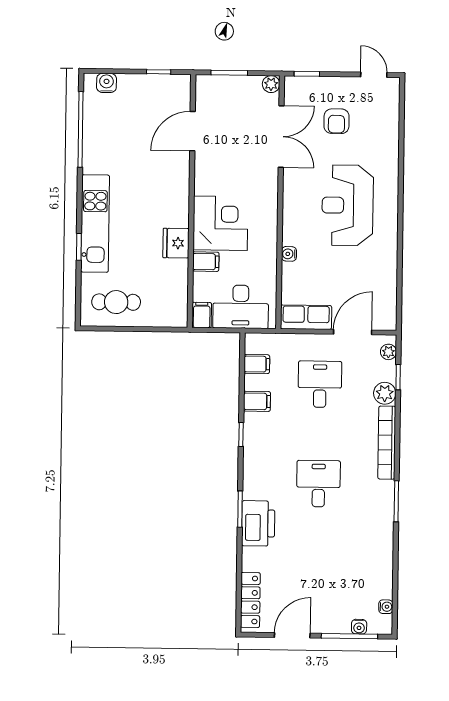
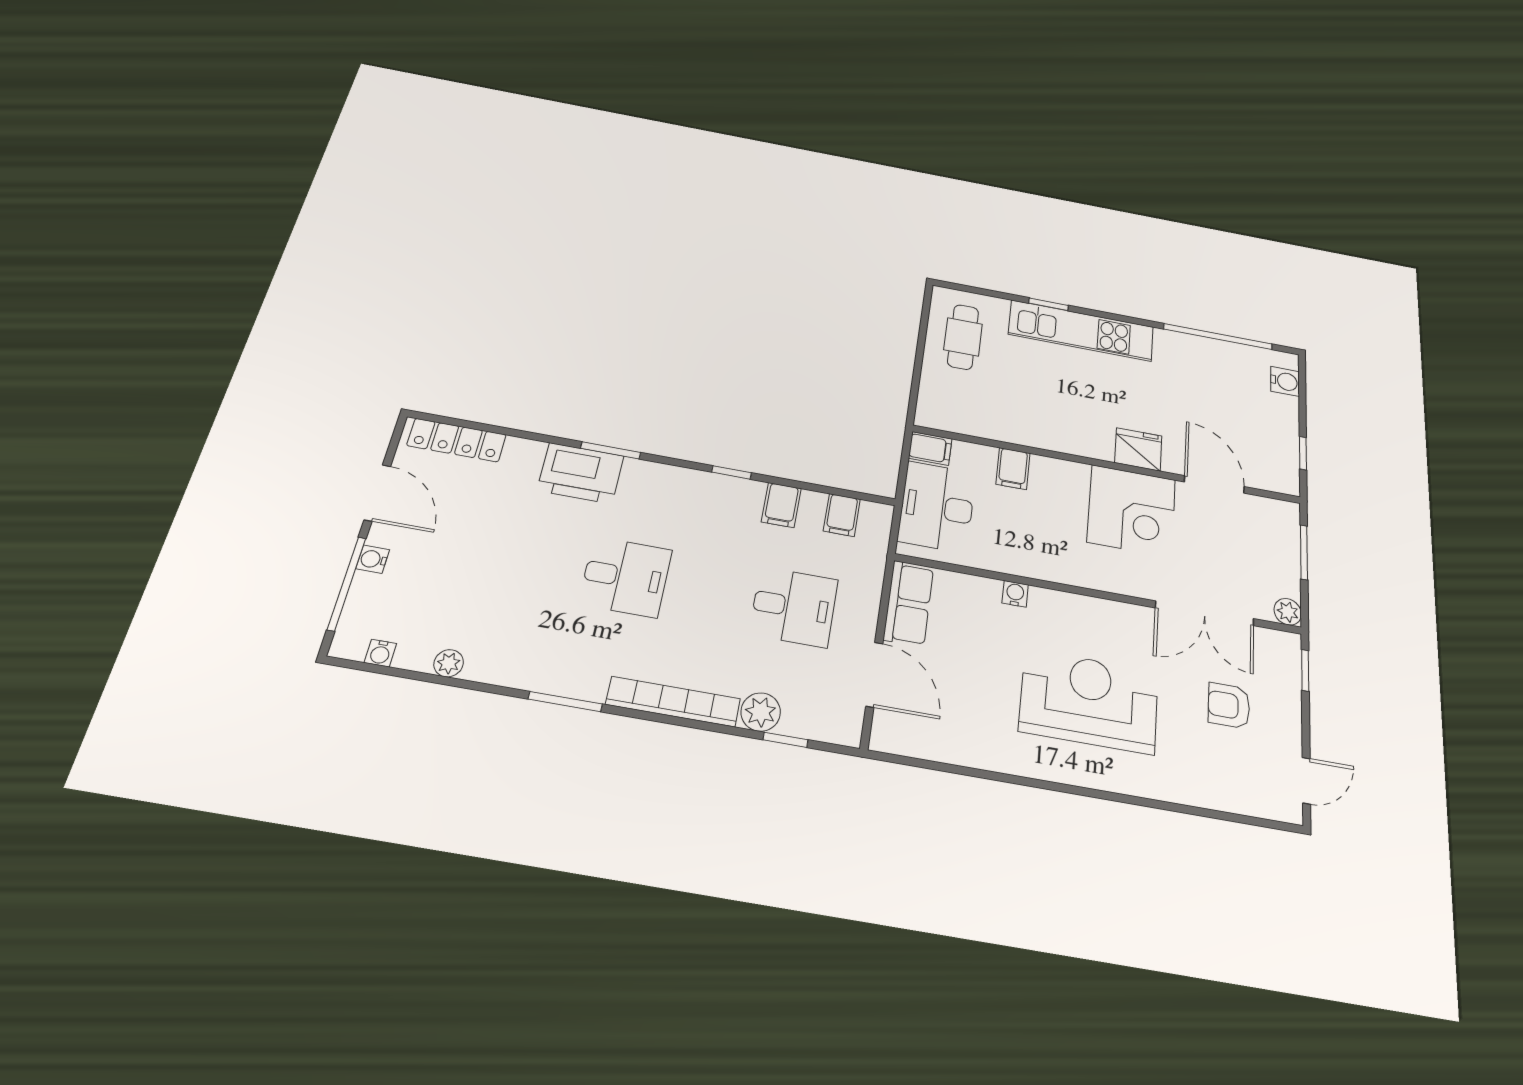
corner desk: (220, 223) -> (1132, 511), moved
fridge: (176, 243) -> (1138, 449), moved
plant: (388, 352) -> (449, 663), moved
water cooler: (359, 627) -> (373, 559), moved

